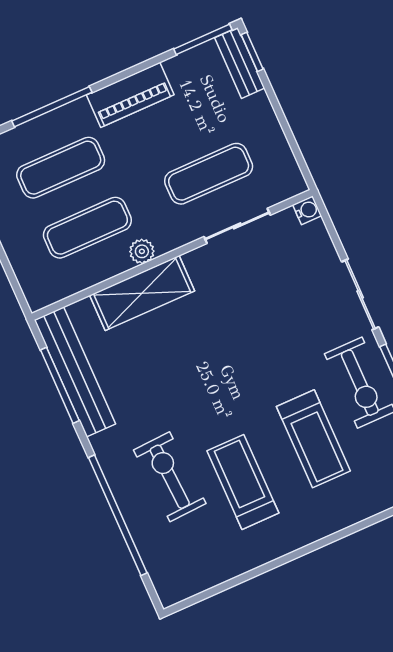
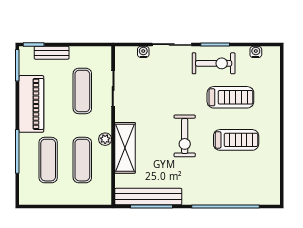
bench: (240, 63) -> (52, 53), moved
piano: (130, 95) -> (31, 104), width x1.37, depth x1.33
water cooler: (307, 210) -> (143, 52), moved
exercise bike: (170, 477) -> (185, 136), moved, turned -87
treadmill: (243, 482) -> (236, 140), turned 180

